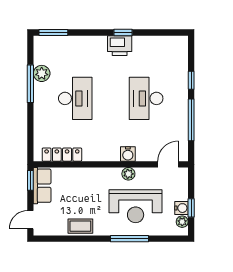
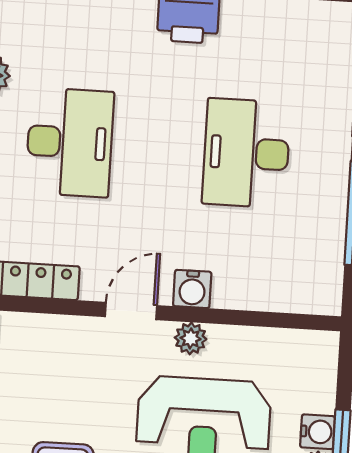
door: (168, 164) -> (131, 311), moved

